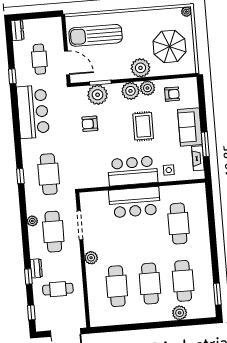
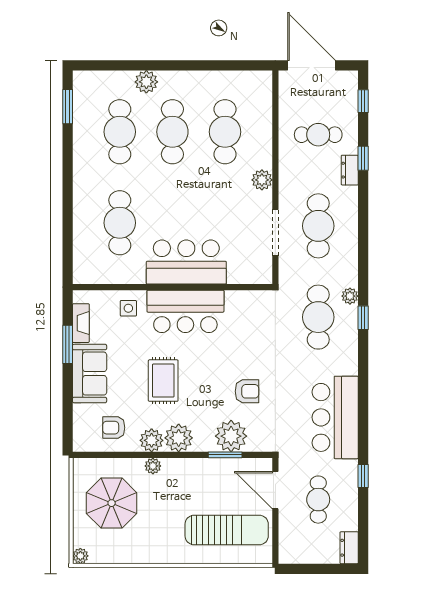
plant: (141, 68) -> (153, 466), width x0.53, depth x0.53
plant: (32, 221) -> (350, 296), moved
plant: (180, 313) -> (146, 82), moved

